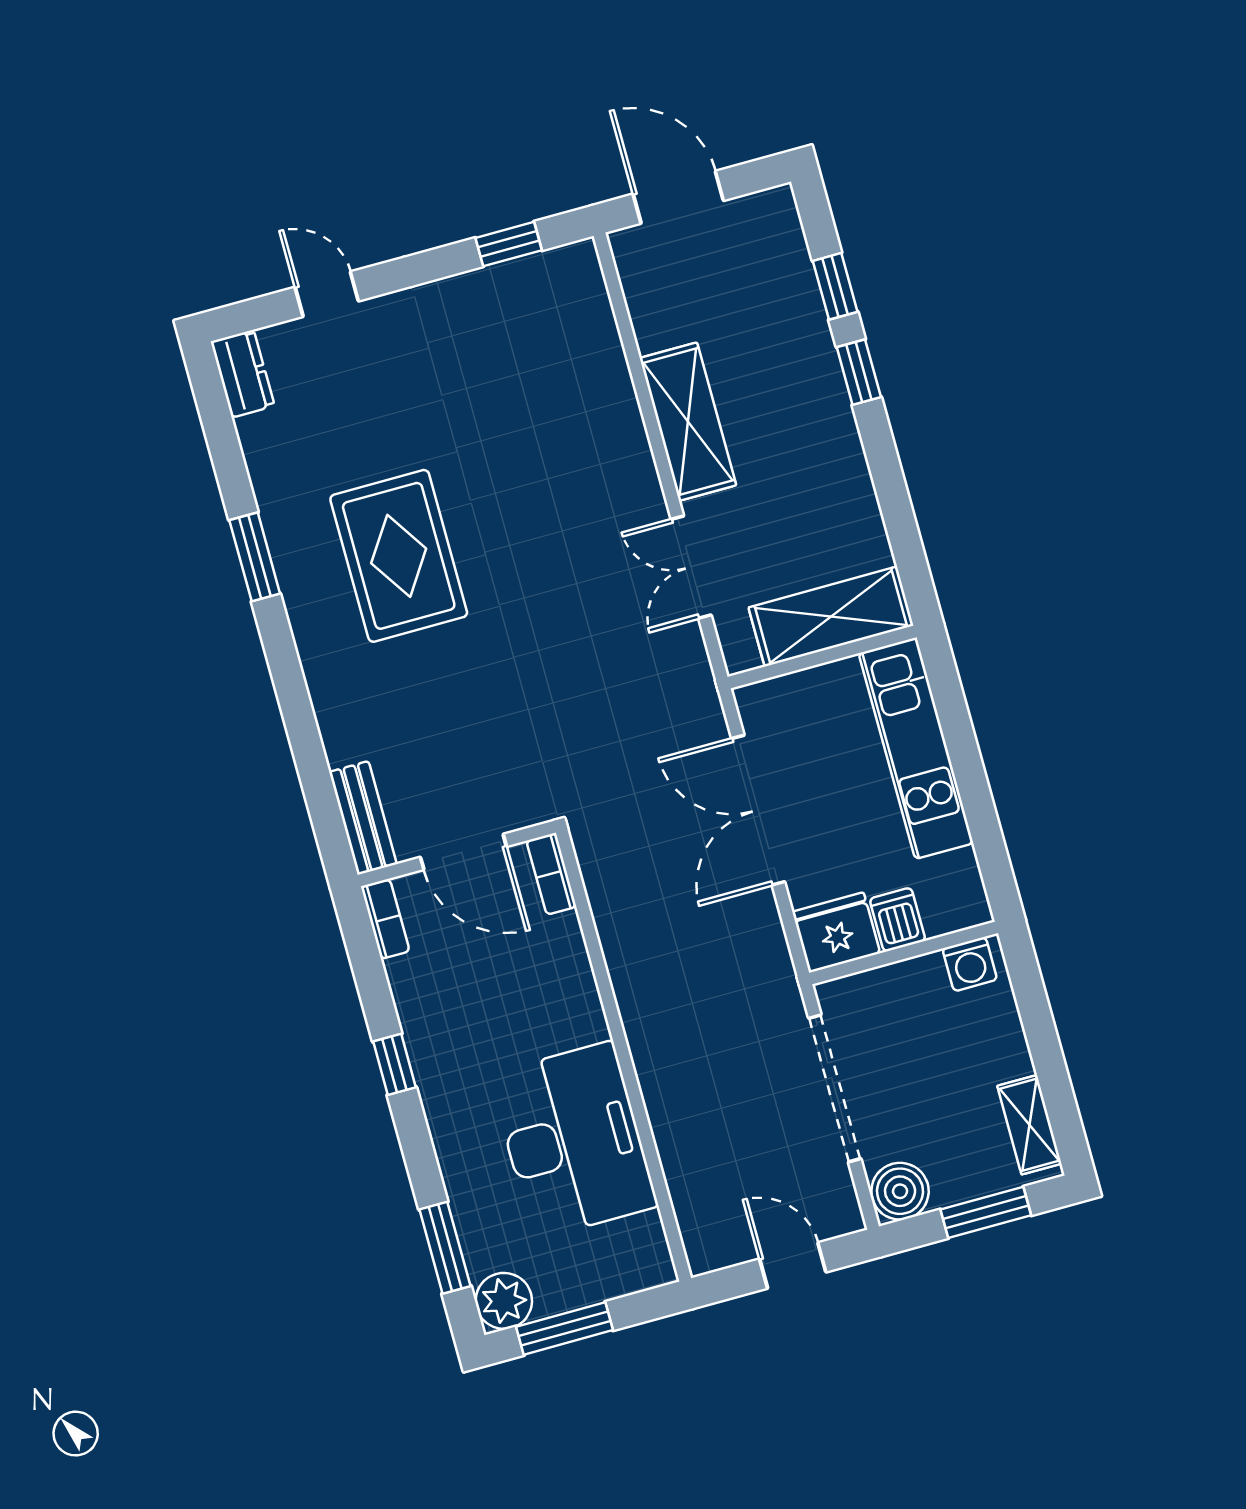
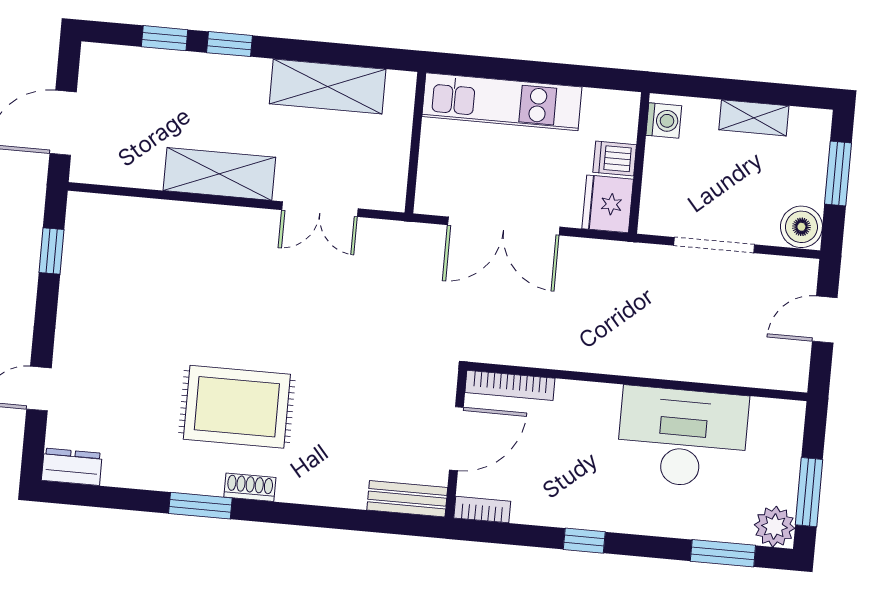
shoe rack: (302, 611) -> (250, 487), added
shelving: (831, 617) -> (328, 86), moved, turned 90
bookcase: (551, 874) -> (510, 385), width x1.56
doorway: (835, 1088) -> (714, 245), width x0.73
shelving: (1029, 1125) -> (754, 118), moved

